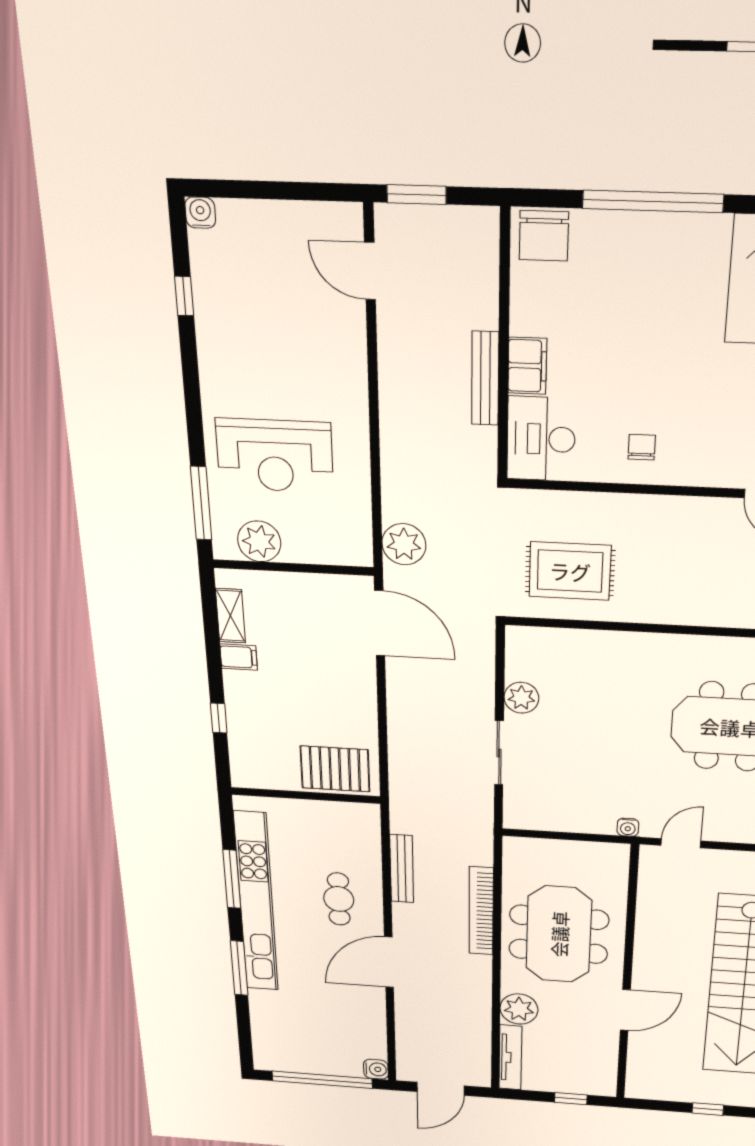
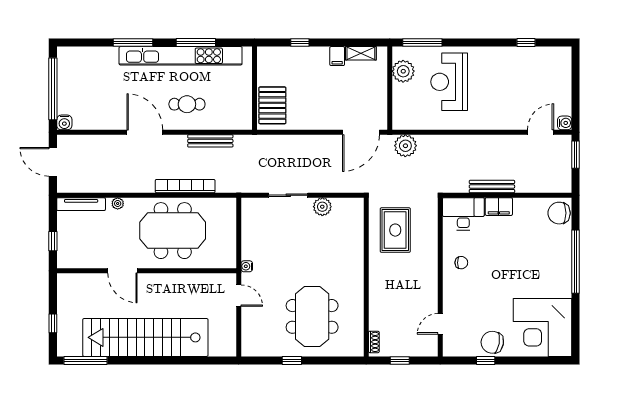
water cooler: (200, 213) -> (565, 123), moved
plant: (519, 1009) -> (118, 203), width x0.53, depth x0.53

